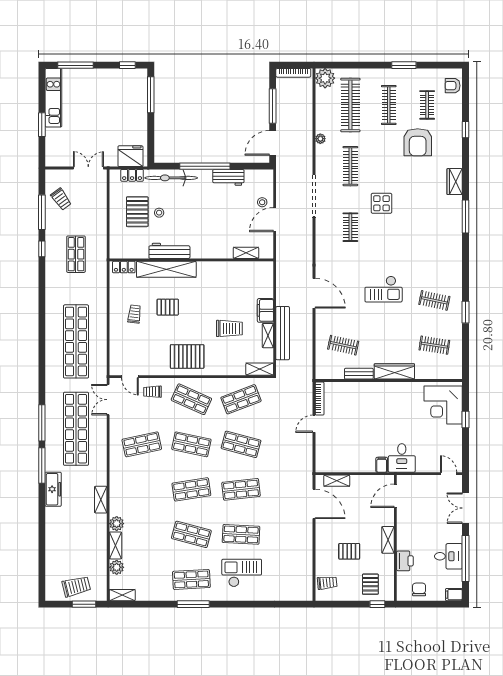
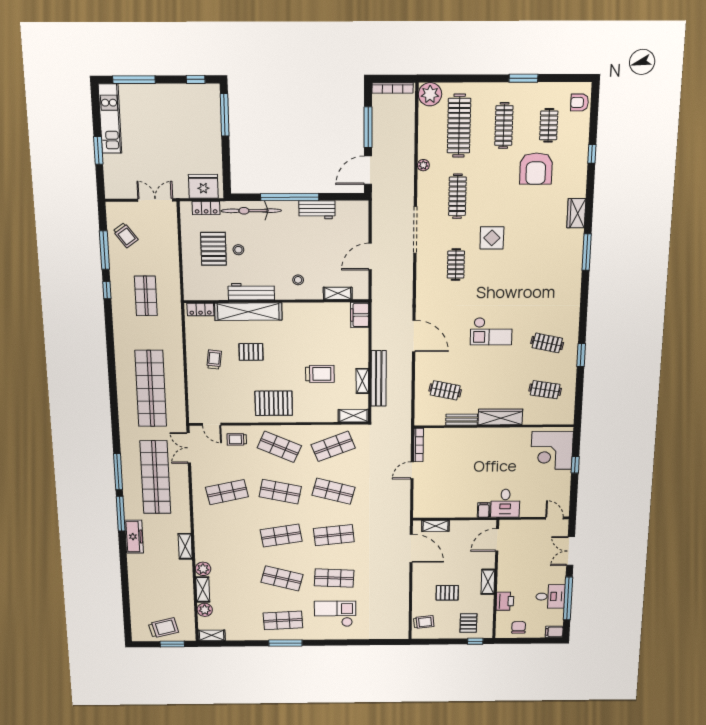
stool: (262, 202) -> (298, 280), moved
filing cabinet: (265, 310) -> (360, 315), moved

